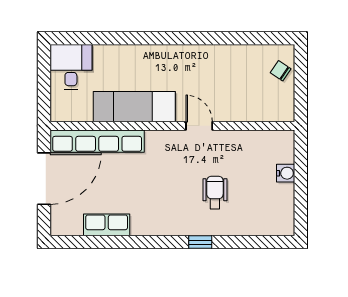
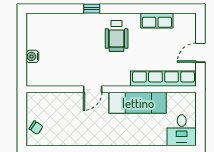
door: (199, 126) -> (93, 89), hinge flipped
door: (44, 179) -> (200, 53), width x0.53
wheelchair: (215, 192) -> (117, 36), moved, width x1.36, depth x1.37

